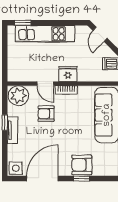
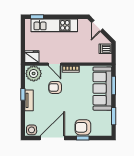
fridge: (68, 74) -> (32, 57), moved

